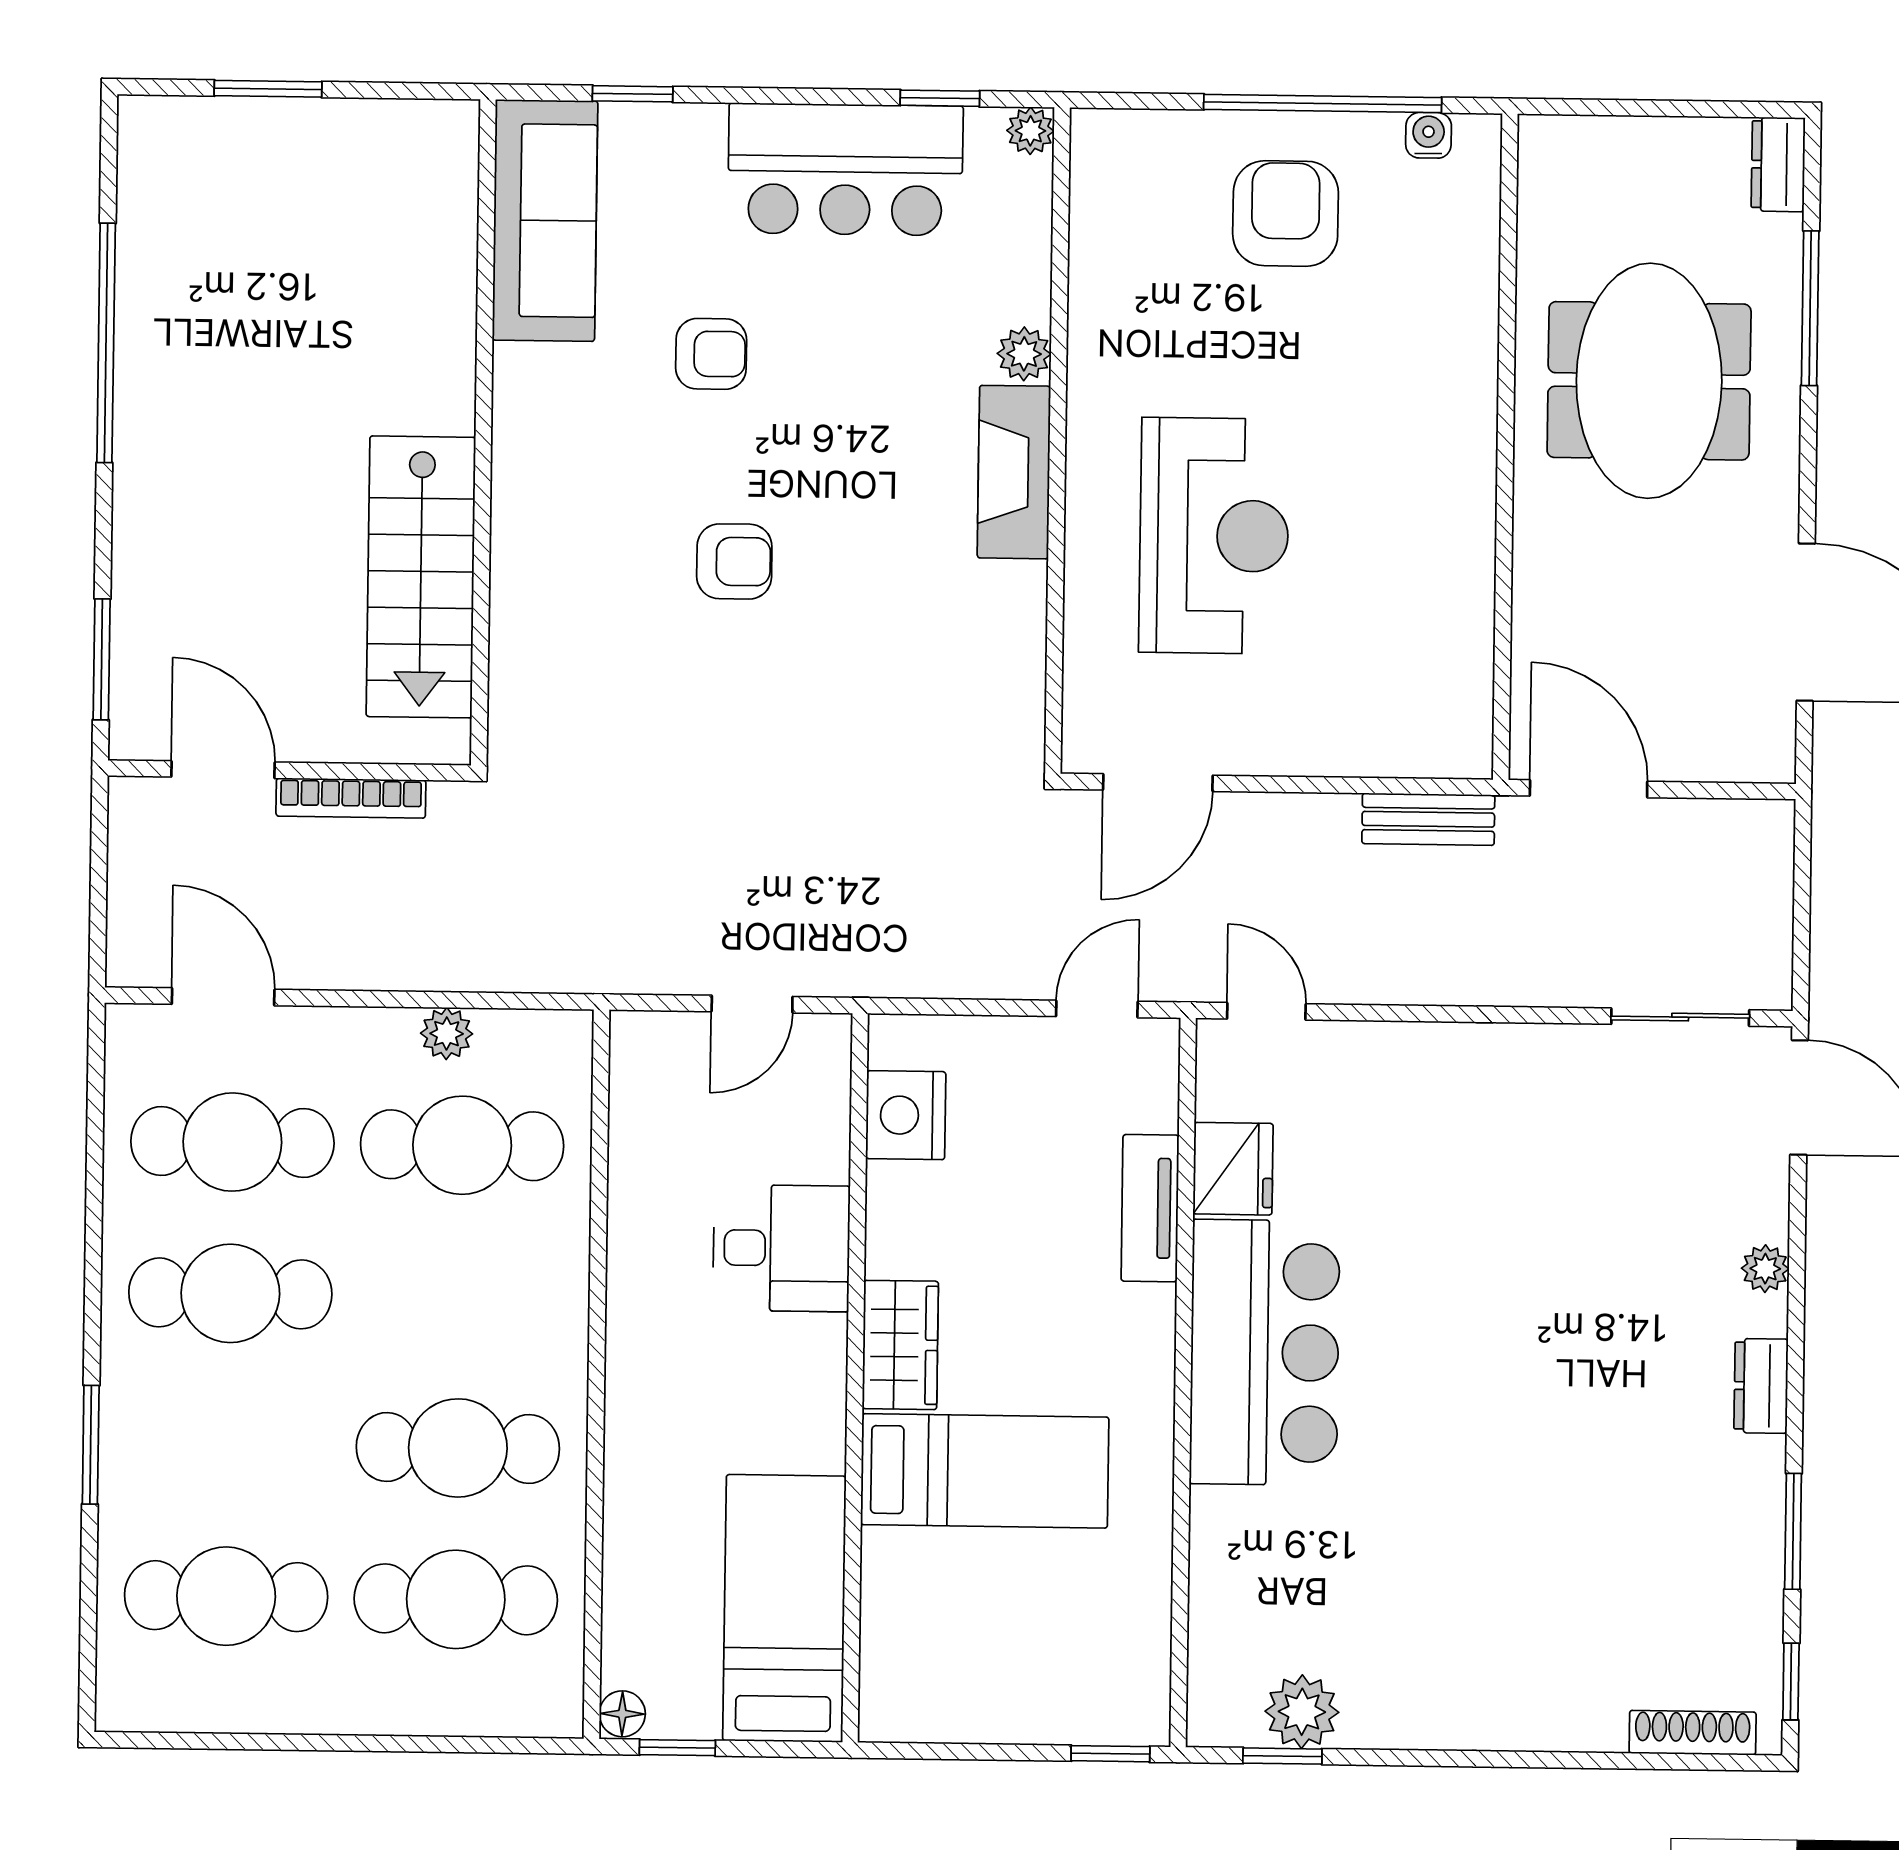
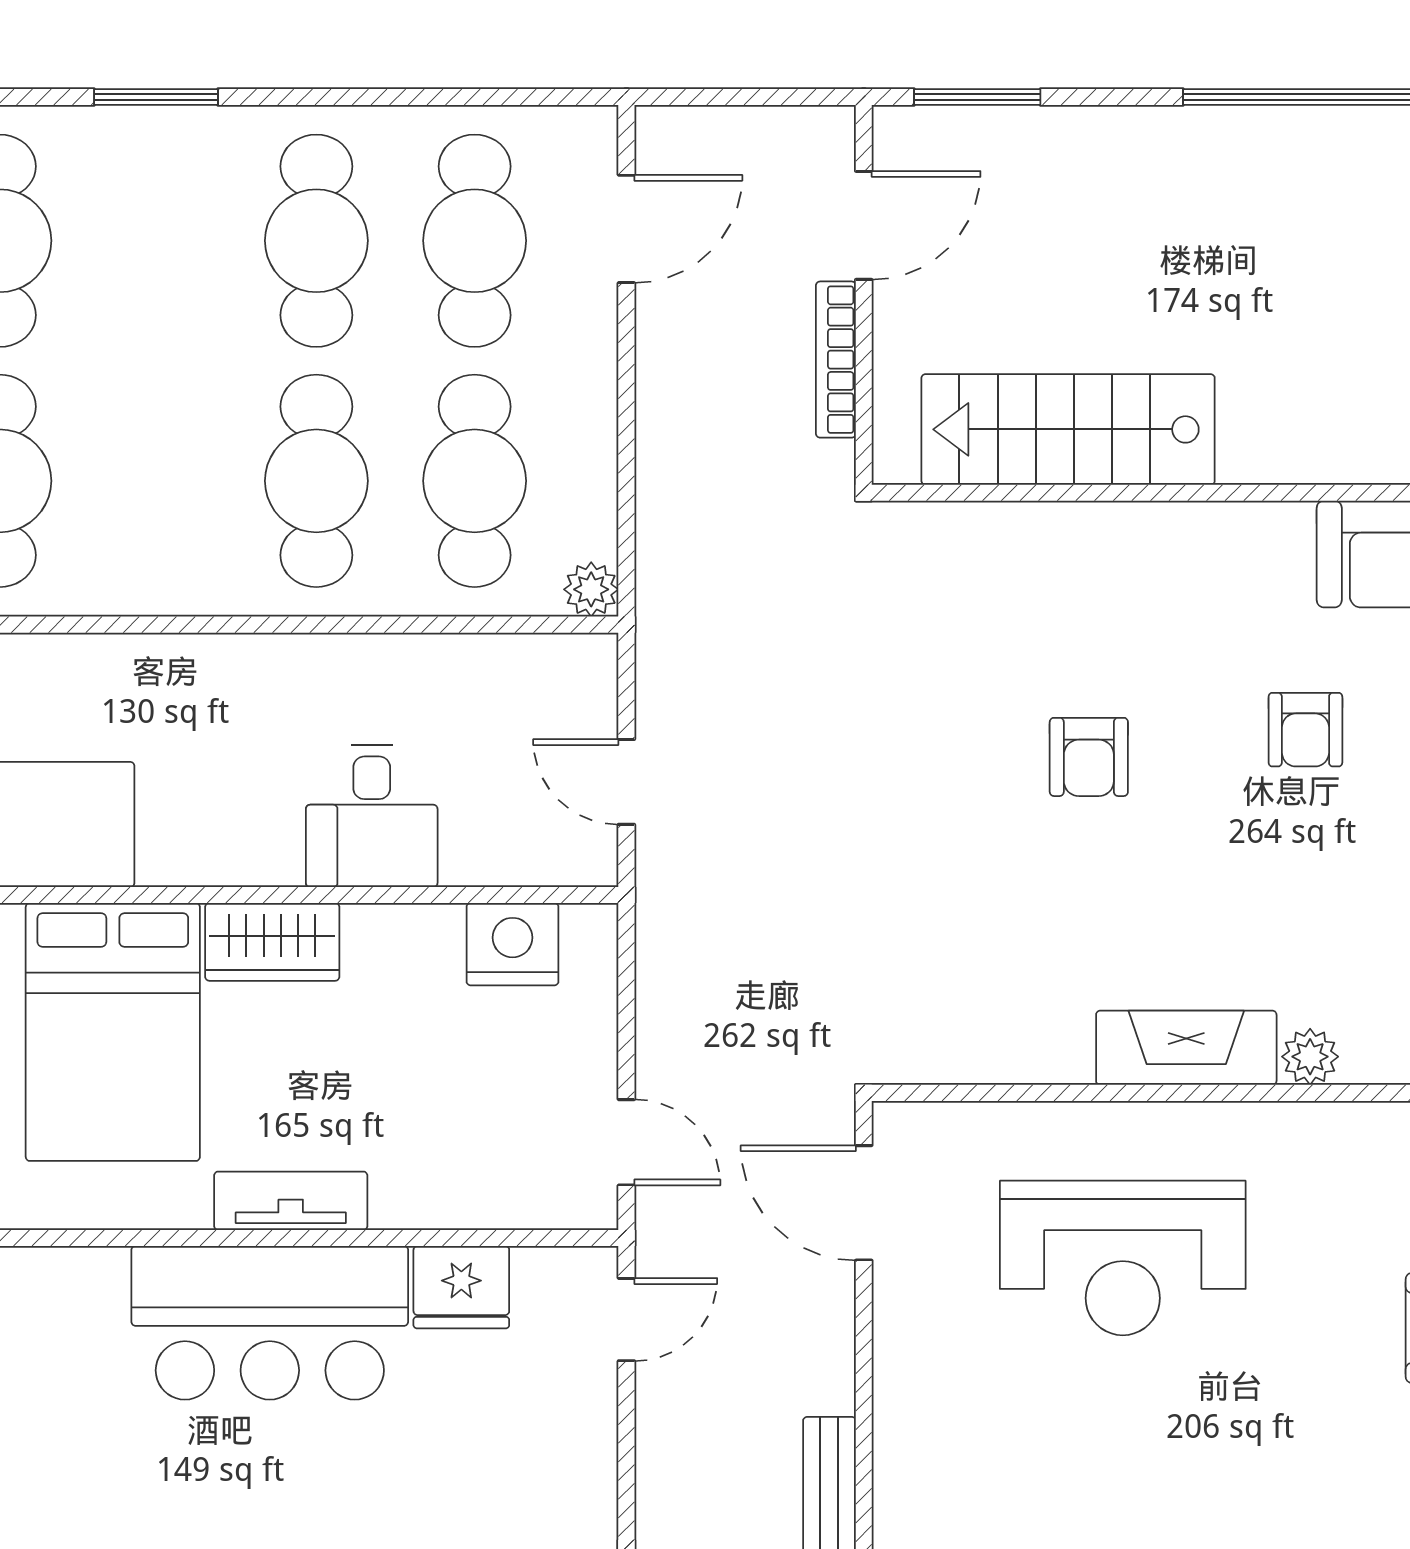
plant: (447, 1034) -> (591, 589), moved
tv unit: (1150, 1208) -> (291, 1201), moved
cafe table: (458, 1448) -> (316, 481), moved
bed: (985, 1471) -> (113, 1032), width x1.50

